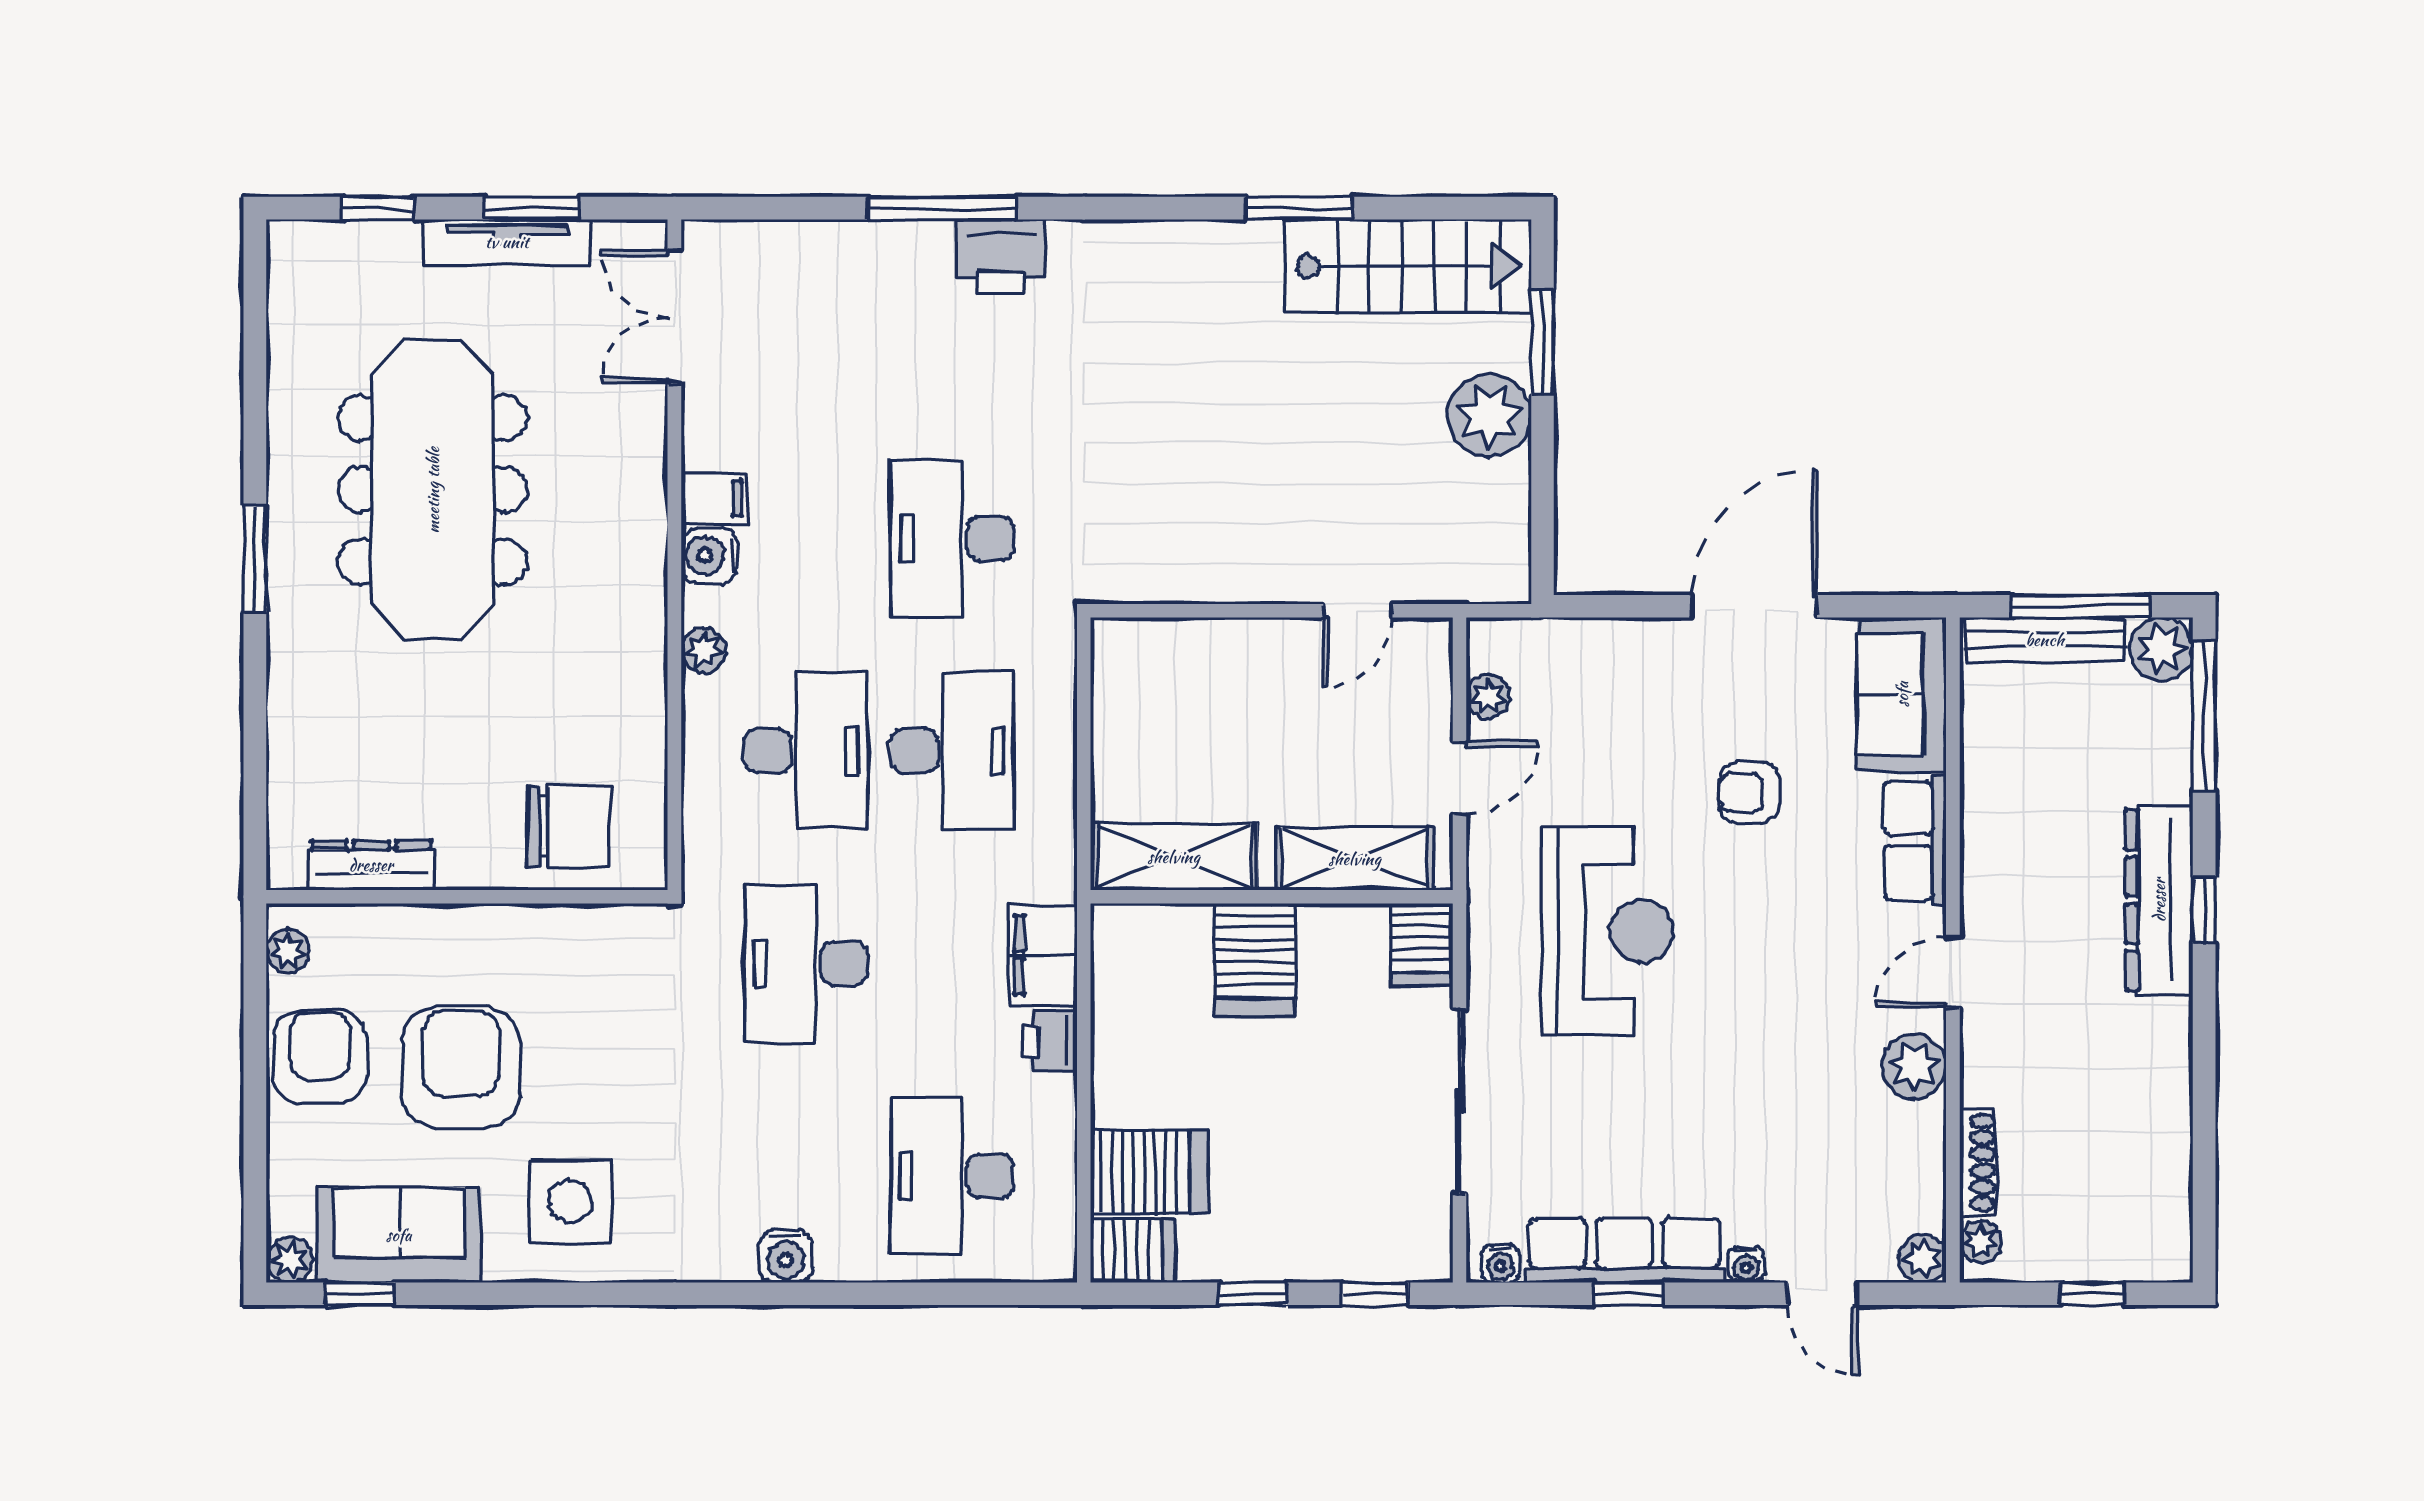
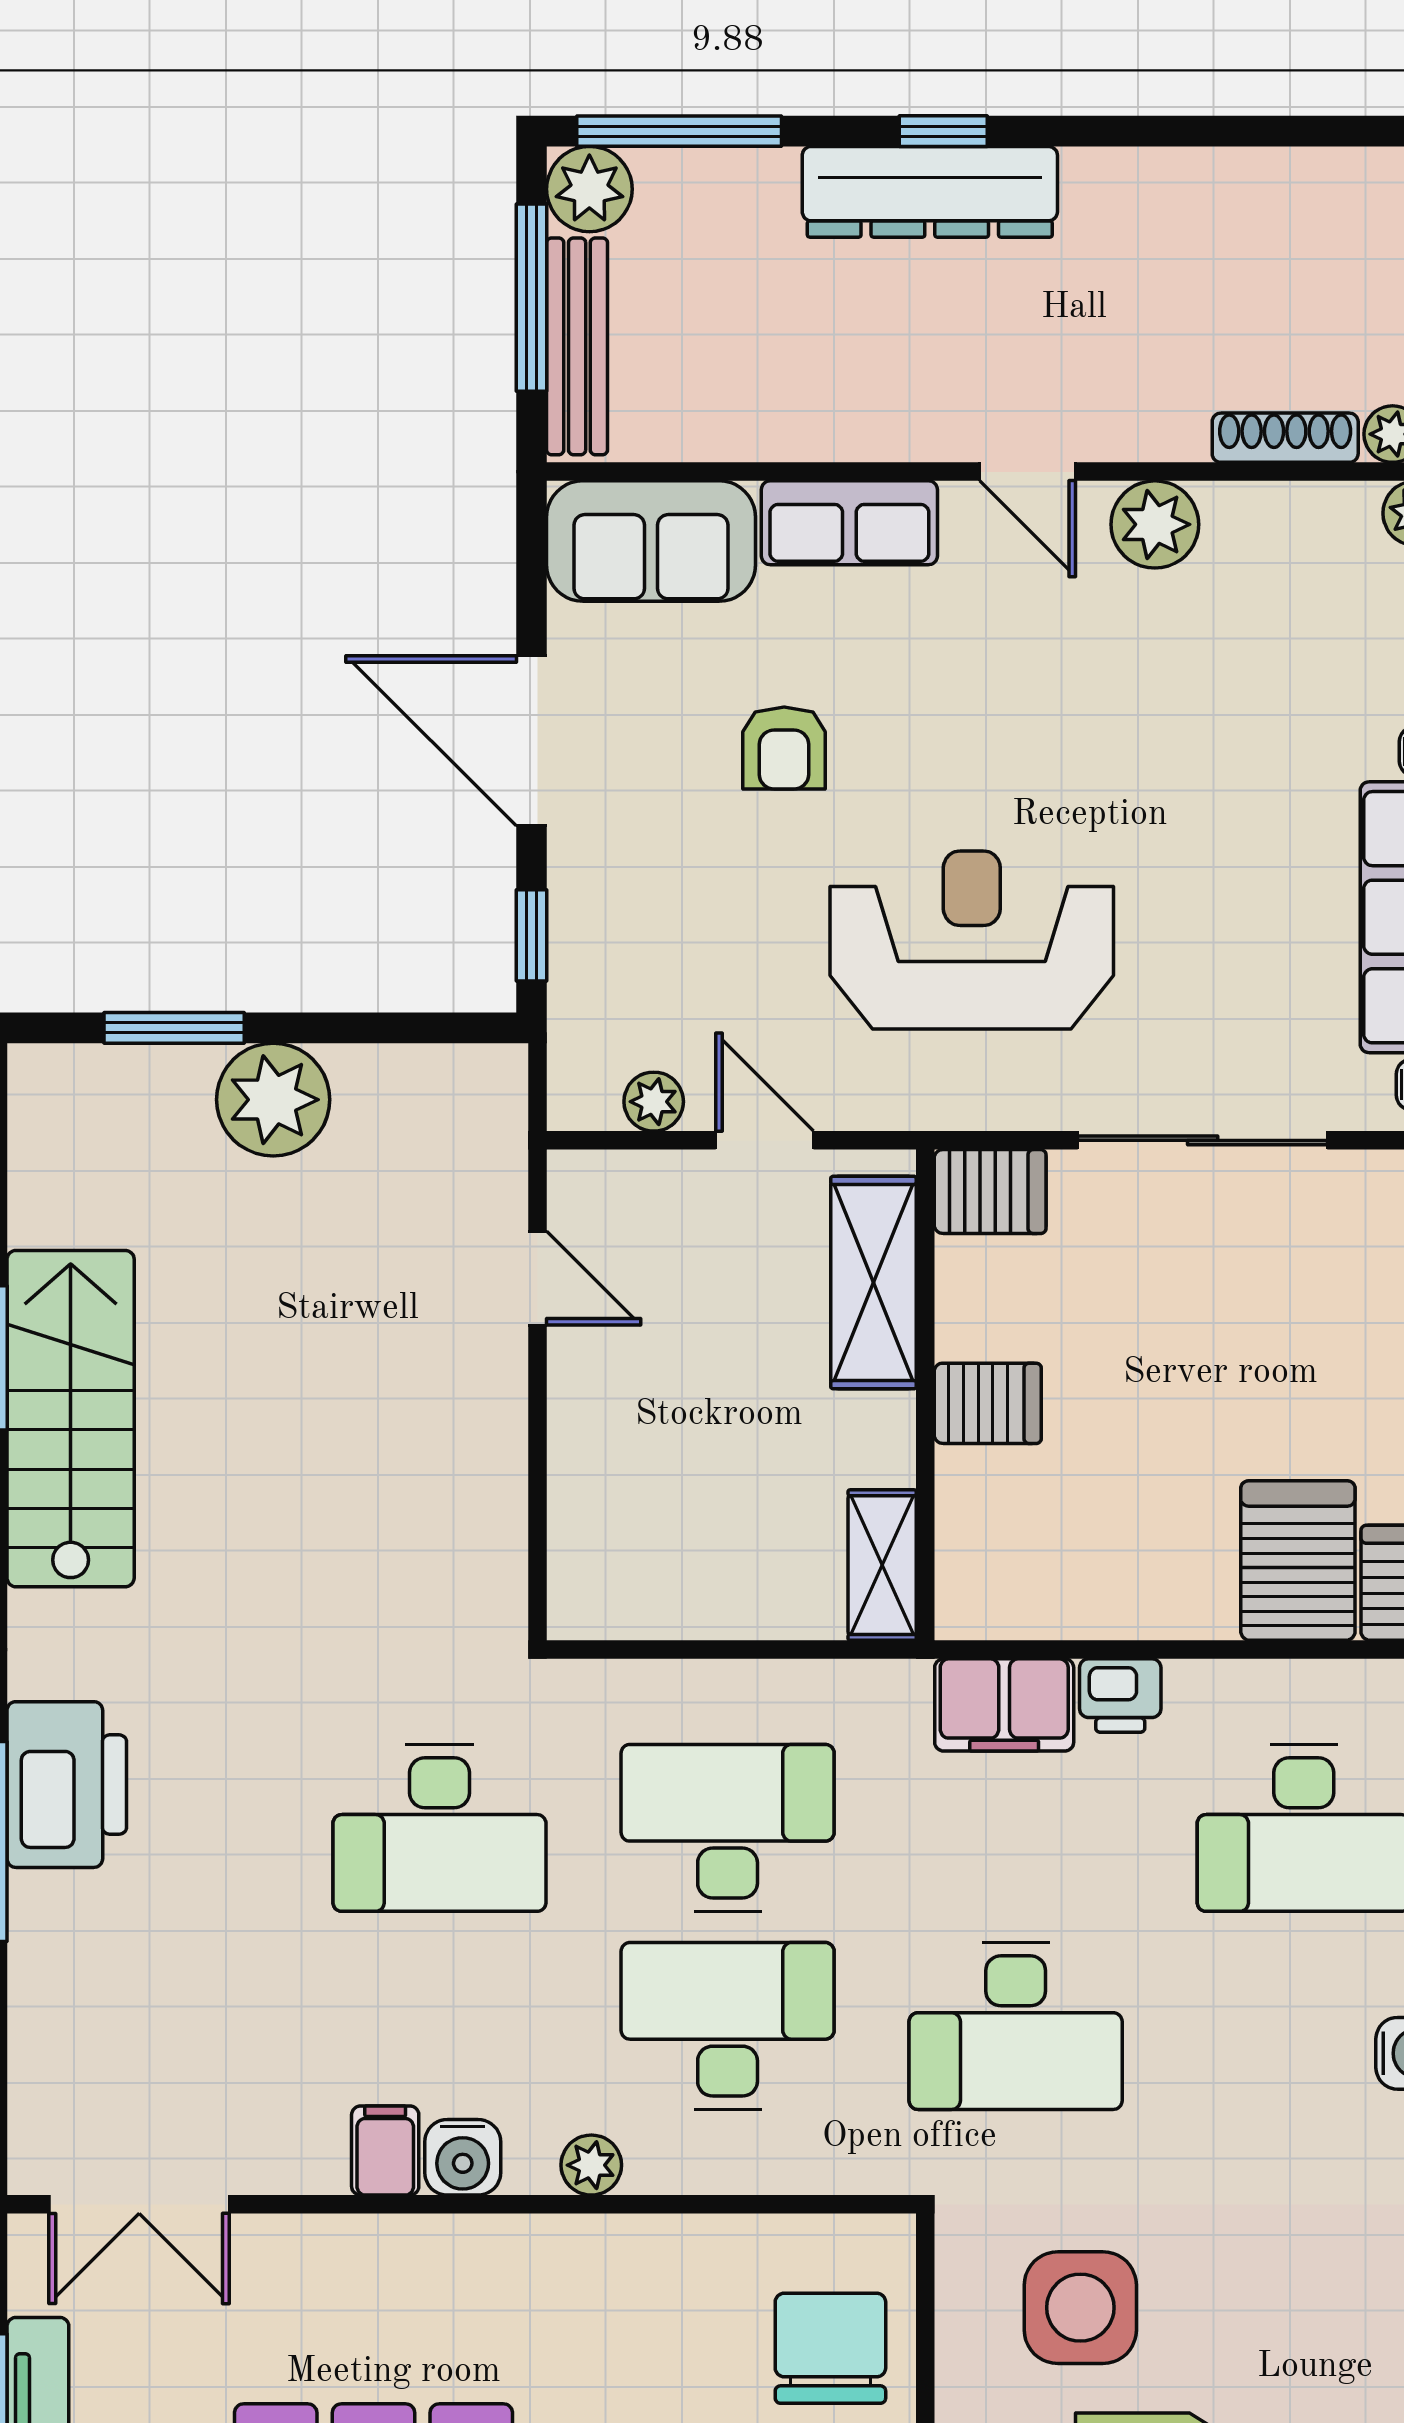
printer: (1001, 256) -> (67, 1785), width x1.37, depth x1.19
stairs: (1407, 266) -> (71, 1419), moved
window: (1611, 606) -> (531, 935), added
shelving: (1174, 857) -> (882, 1565), width x0.67, depth x0.75
server rack: (1255, 960) -> (988, 1403), width x0.73, depth x0.70
side table: (570, 1201) -> (1080, 2308), moved

